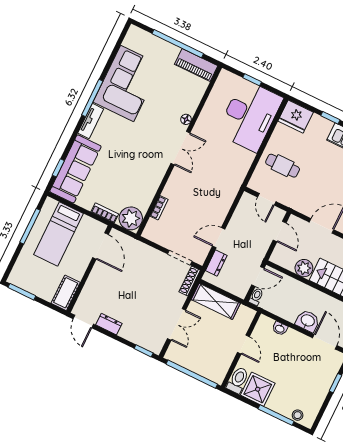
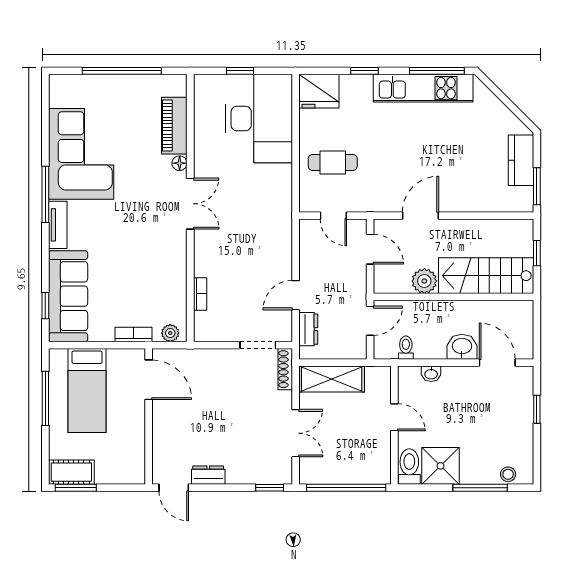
piano: (196, 65) -> (174, 126), moved, turned 90
plant: (131, 218) -> (170, 333), width x0.53, depth x0.53
cot: (66, 293) -> (71, 472), moved, turned 90
toilet: (256, 297) -> (406, 348), moved

